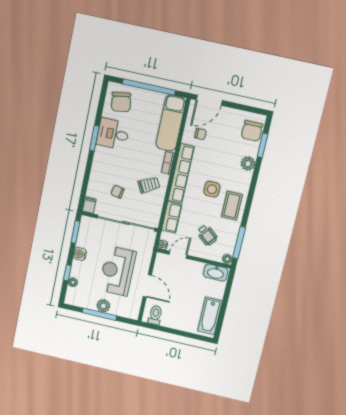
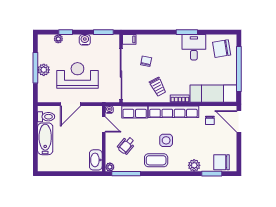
bathtub: (210, 316) -> (45, 139), moved, turned 90

